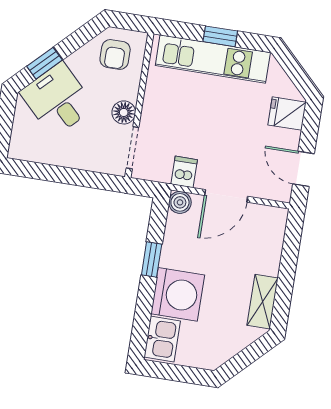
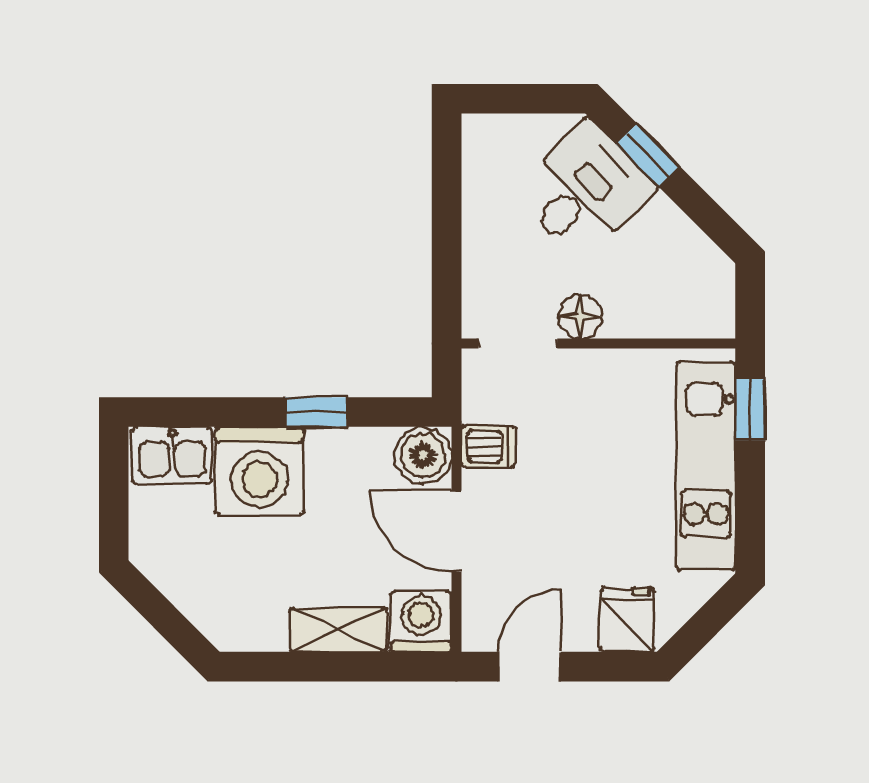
window: (220, 36) -> (750, 410), moved
armchair: (115, 54) -> (685, 283), removed
boiler: (180, 202) -> (423, 455), width x1.36, depth x1.36
washing machine: (271, 222) -> (421, 622), added
shelving: (263, 302) -> (338, 630), moved

